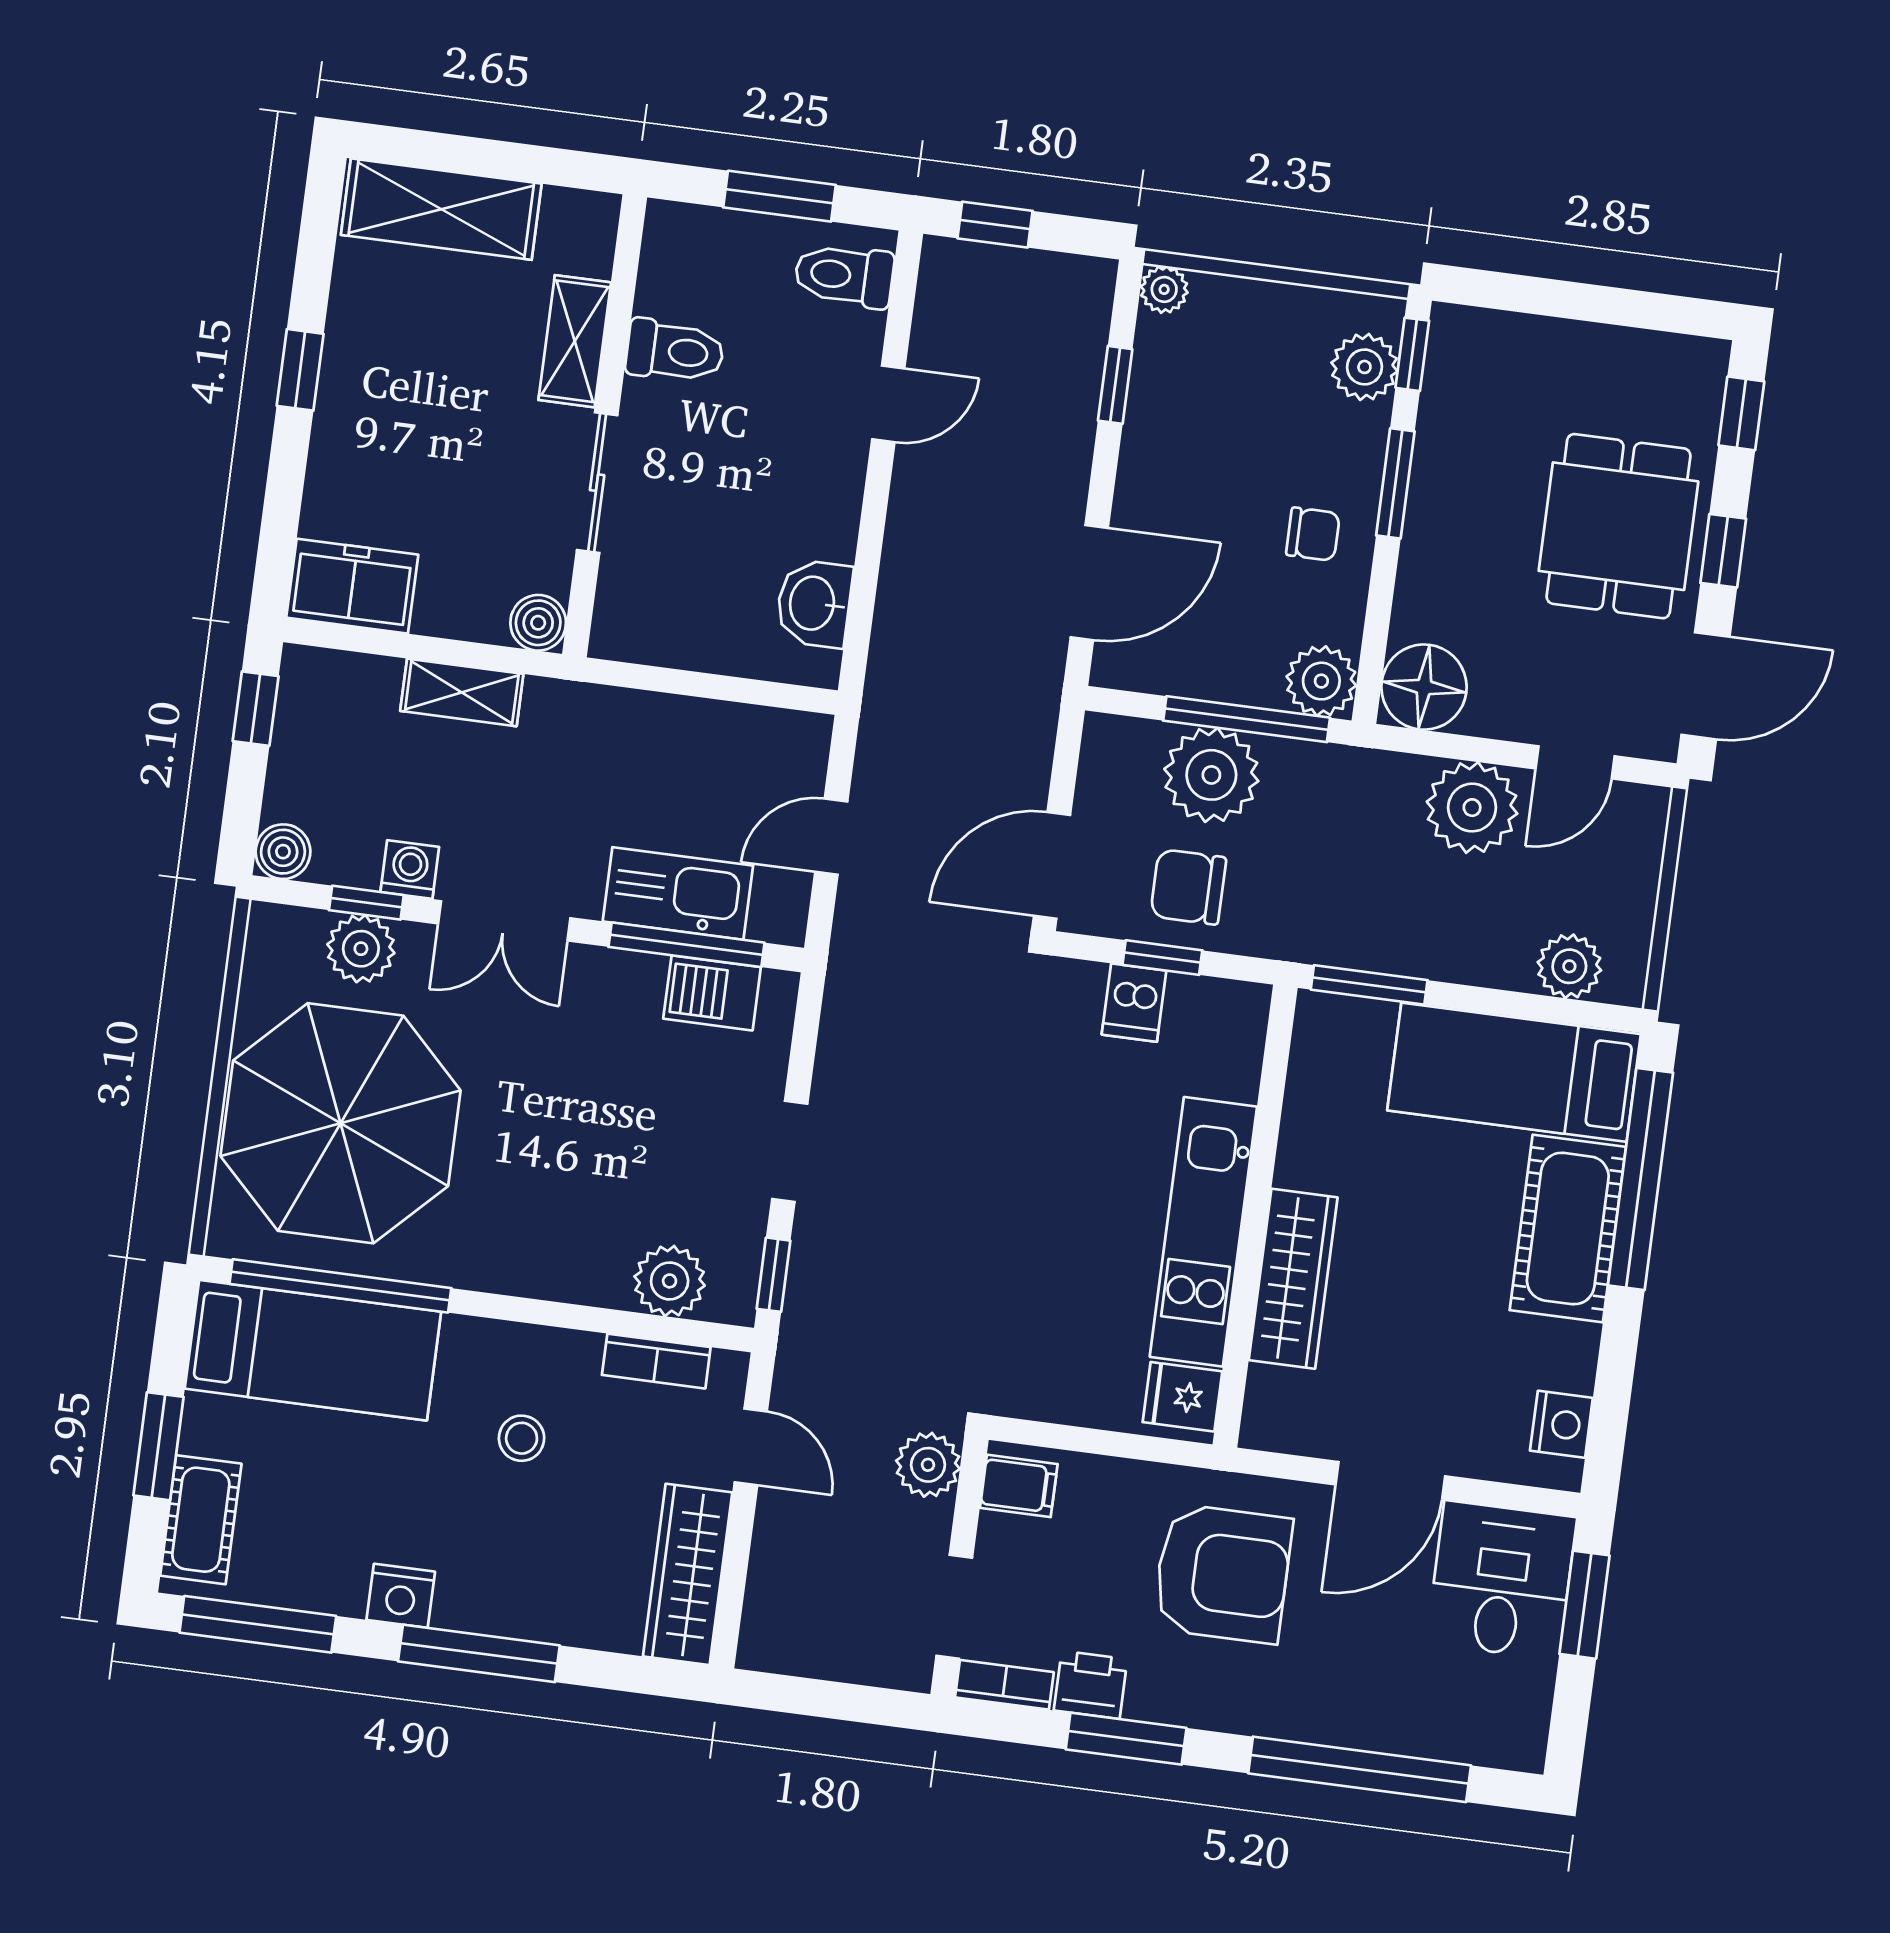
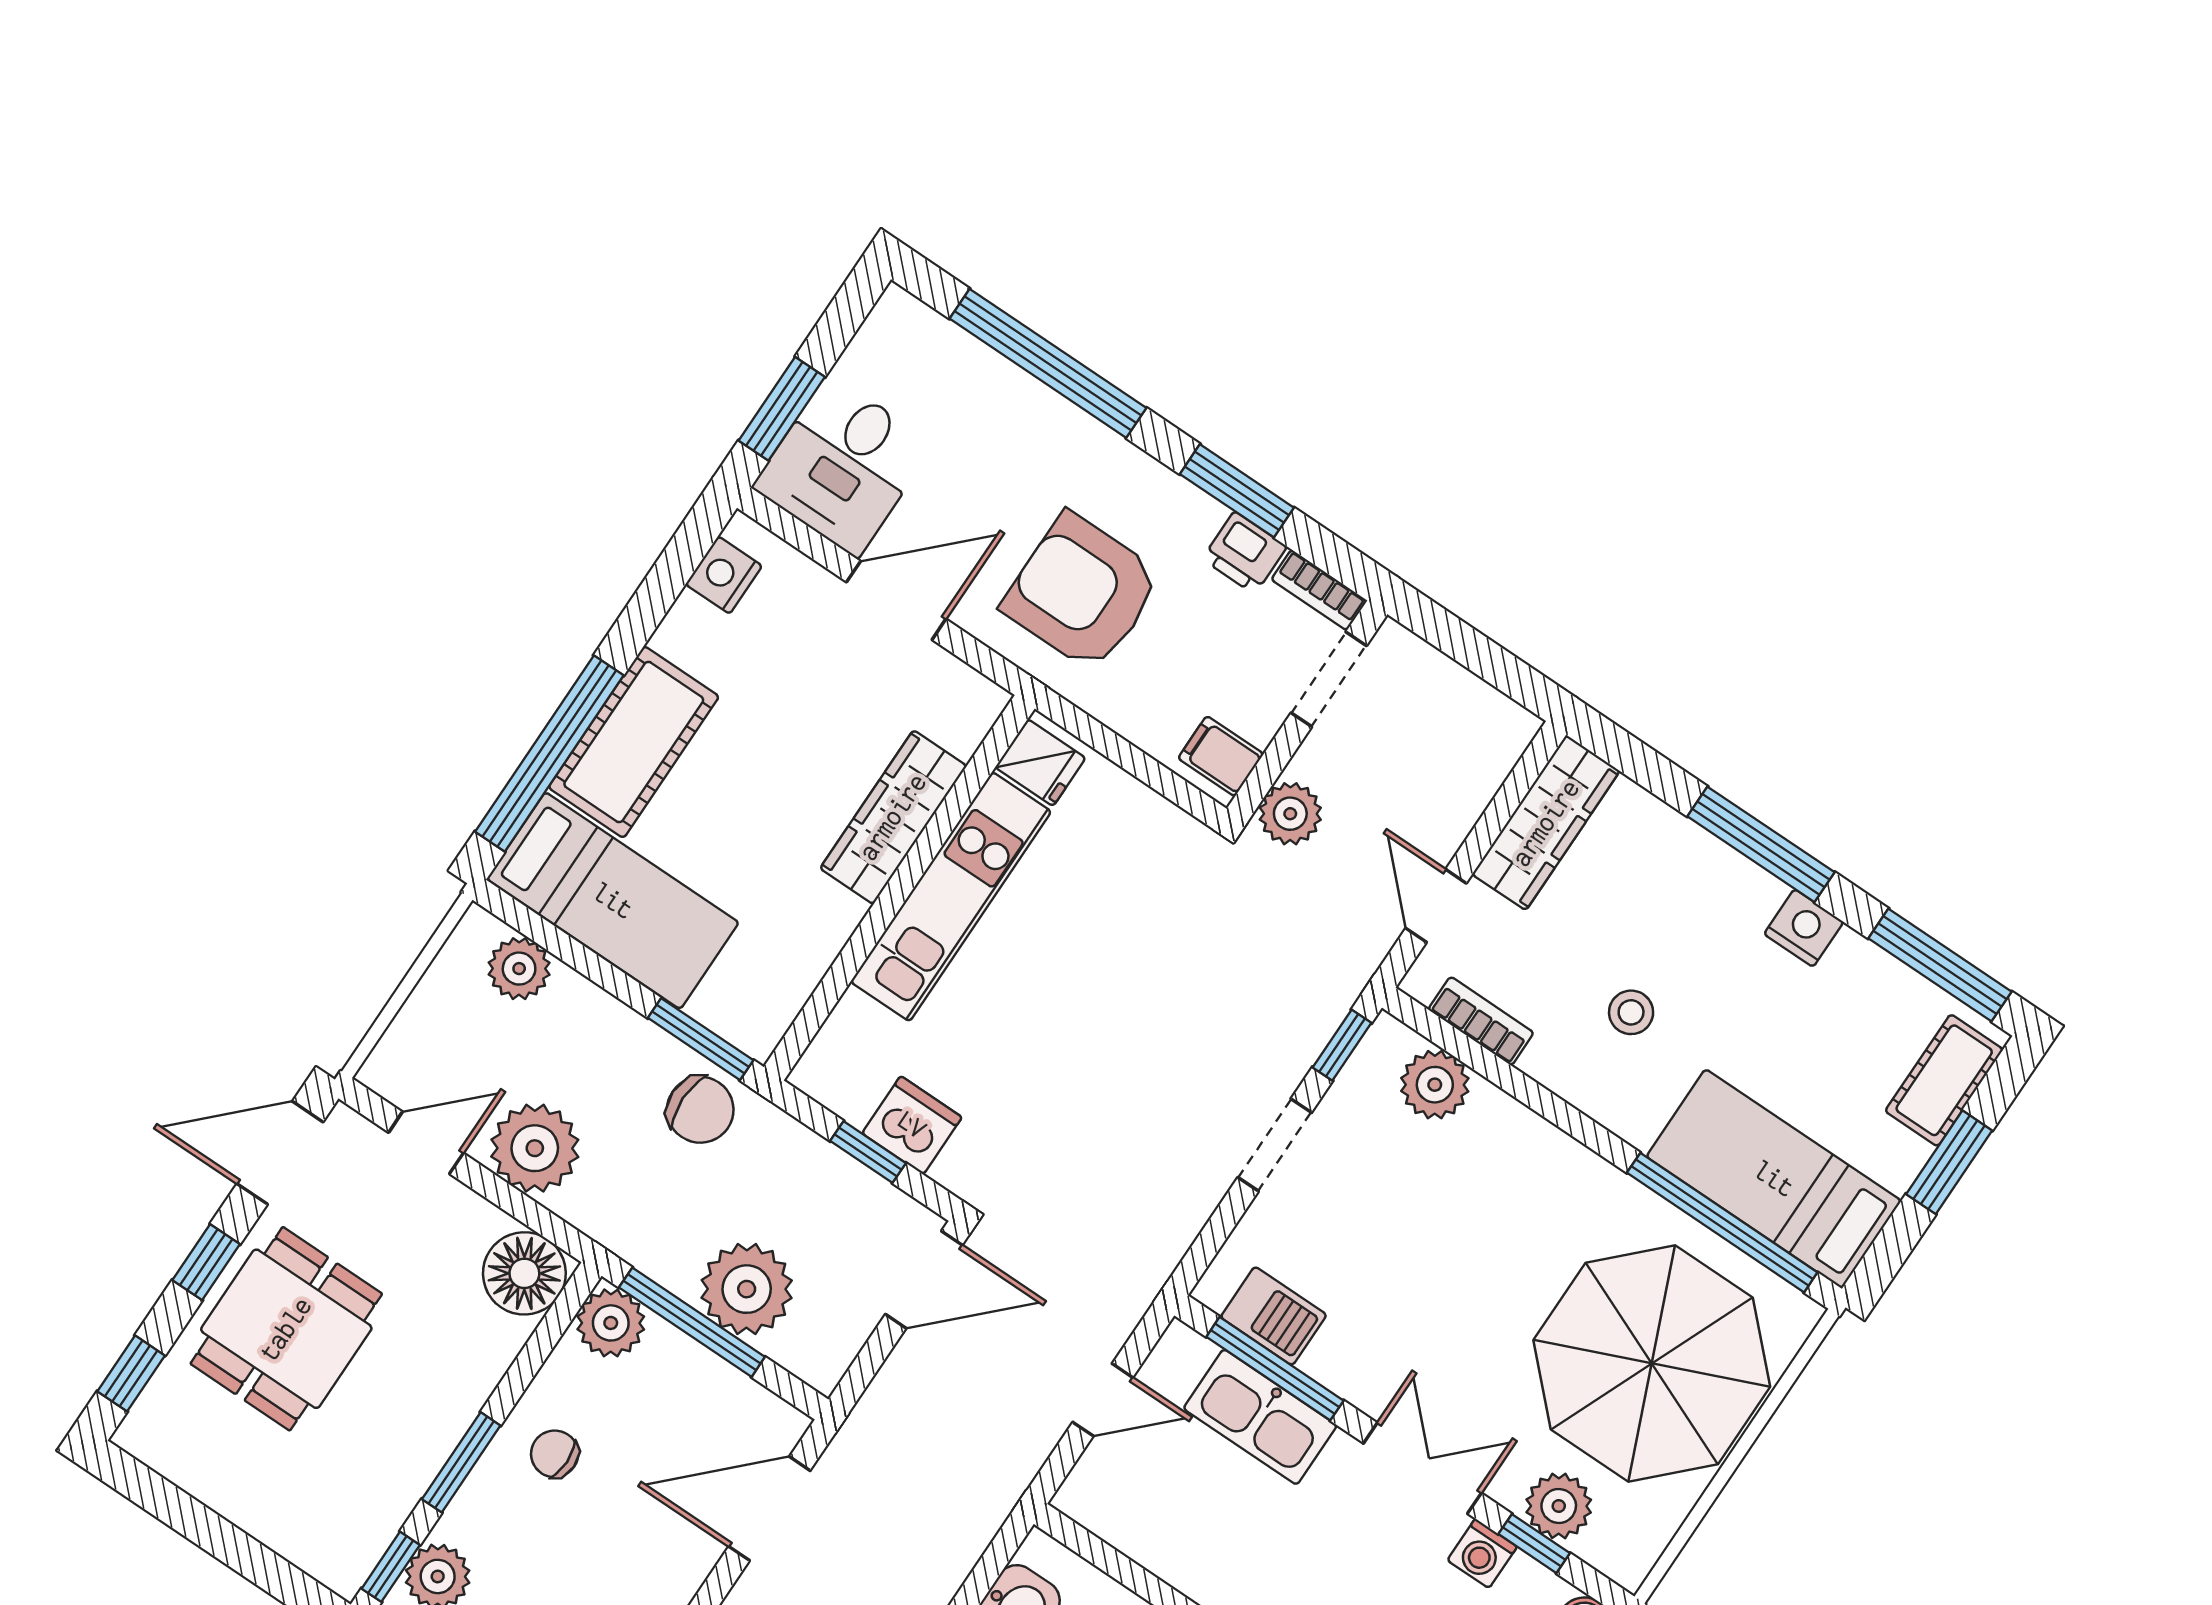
chair: (1188, 887) -> (700, 1110), moved
dishwasher: (1134, 1003) -> (912, 1125), width x1.38

